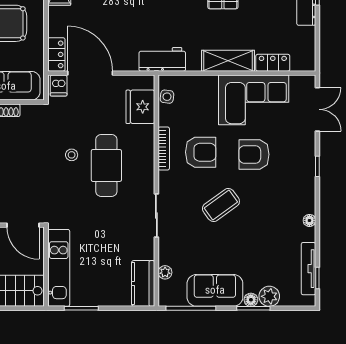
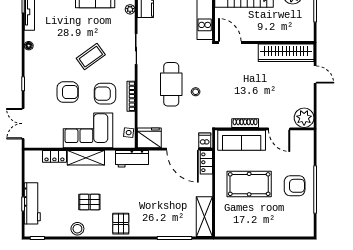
corner sofa: (254, 100) -> (88, 130), moved
fridge: (140, 107) -> (149, 138), moved, turned -90

